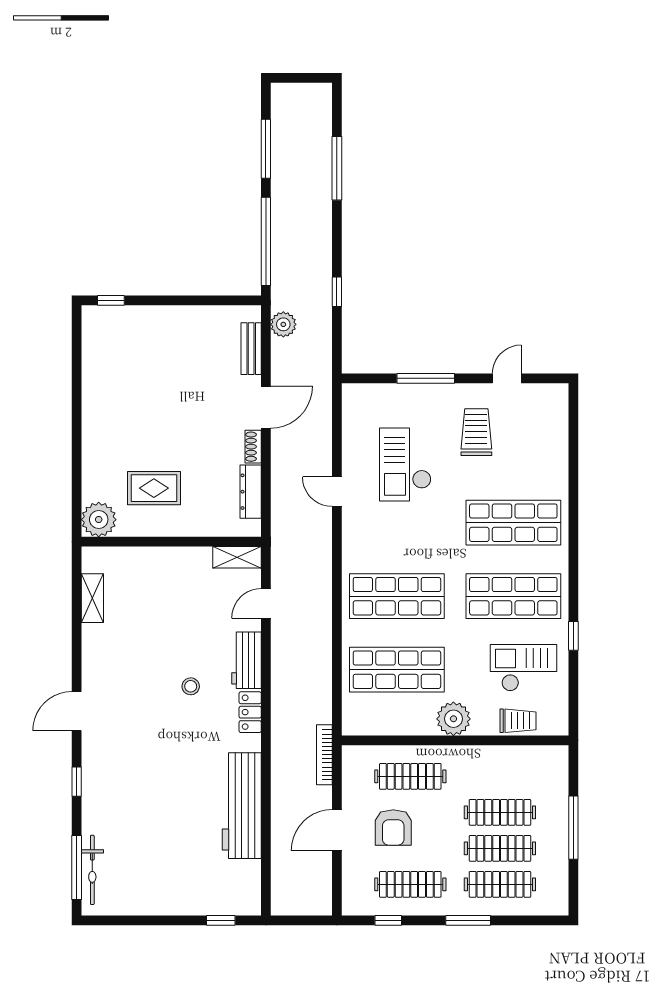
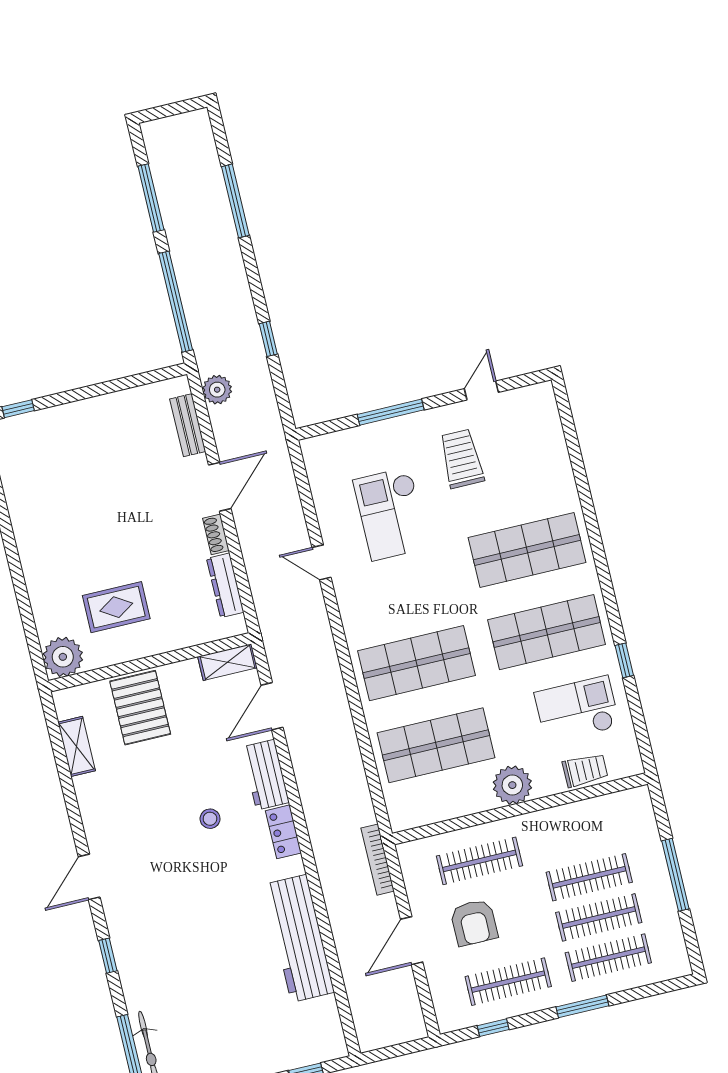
pallet: (154, 578) -> (140, 708), added
door: (266, 604) -> (272, 706), width x1.38

